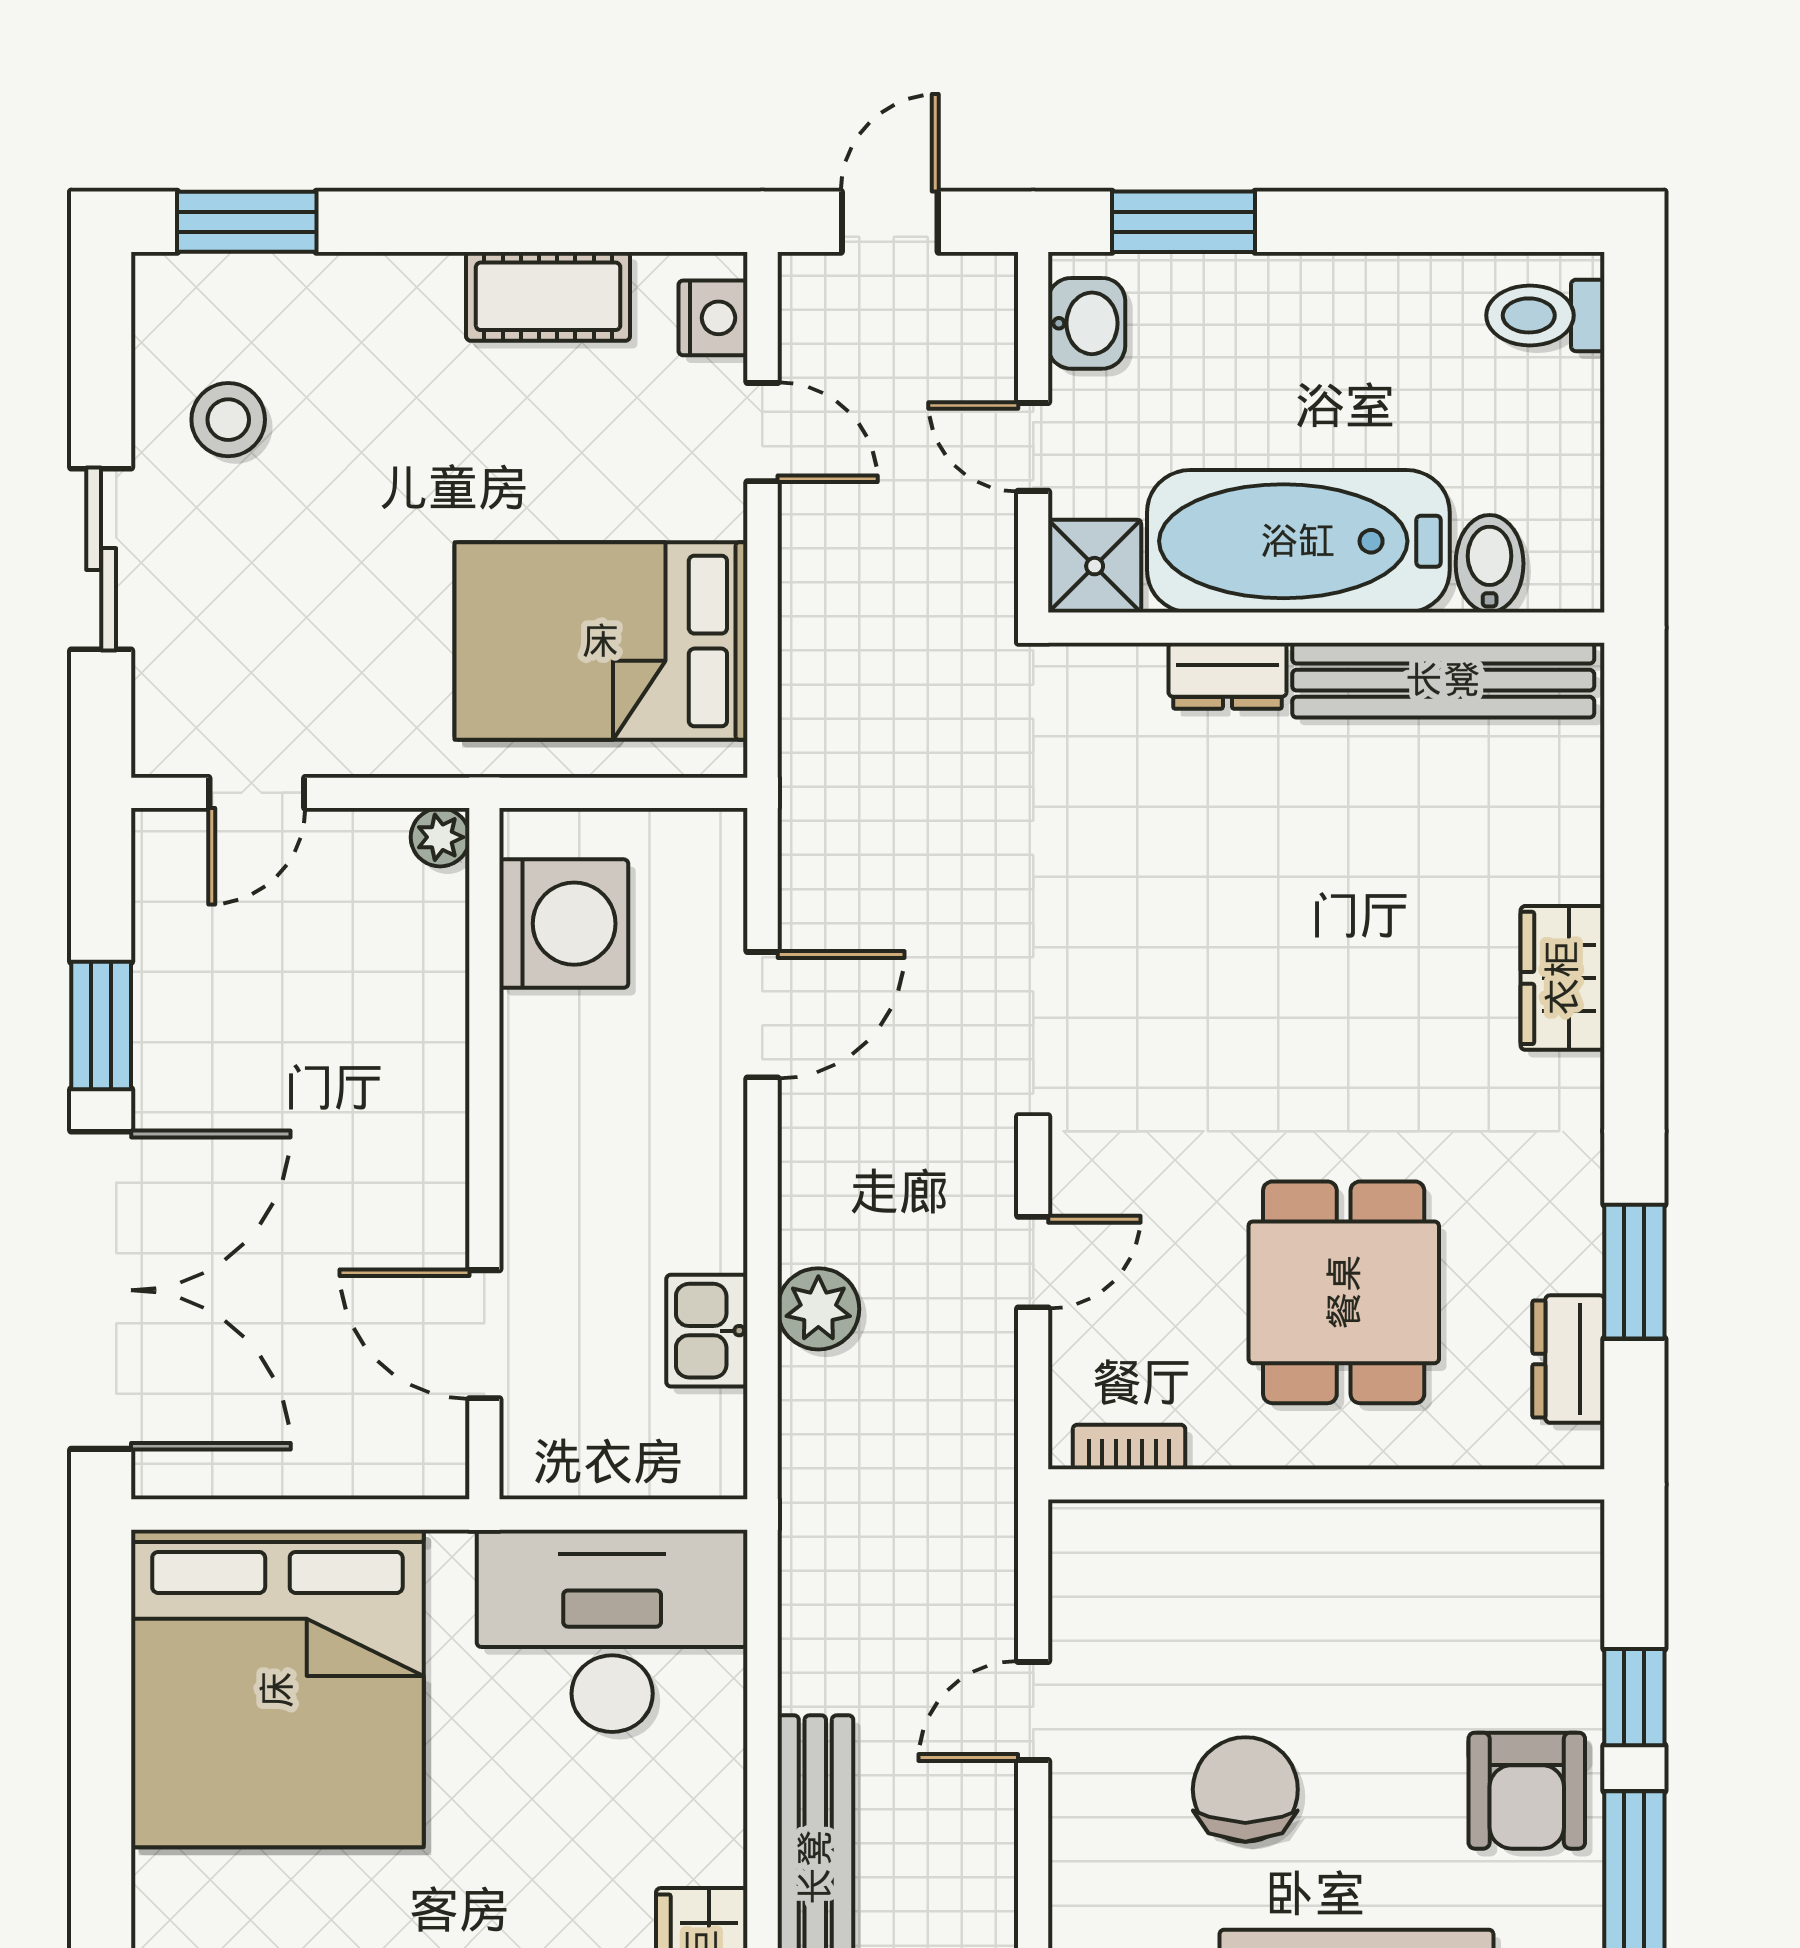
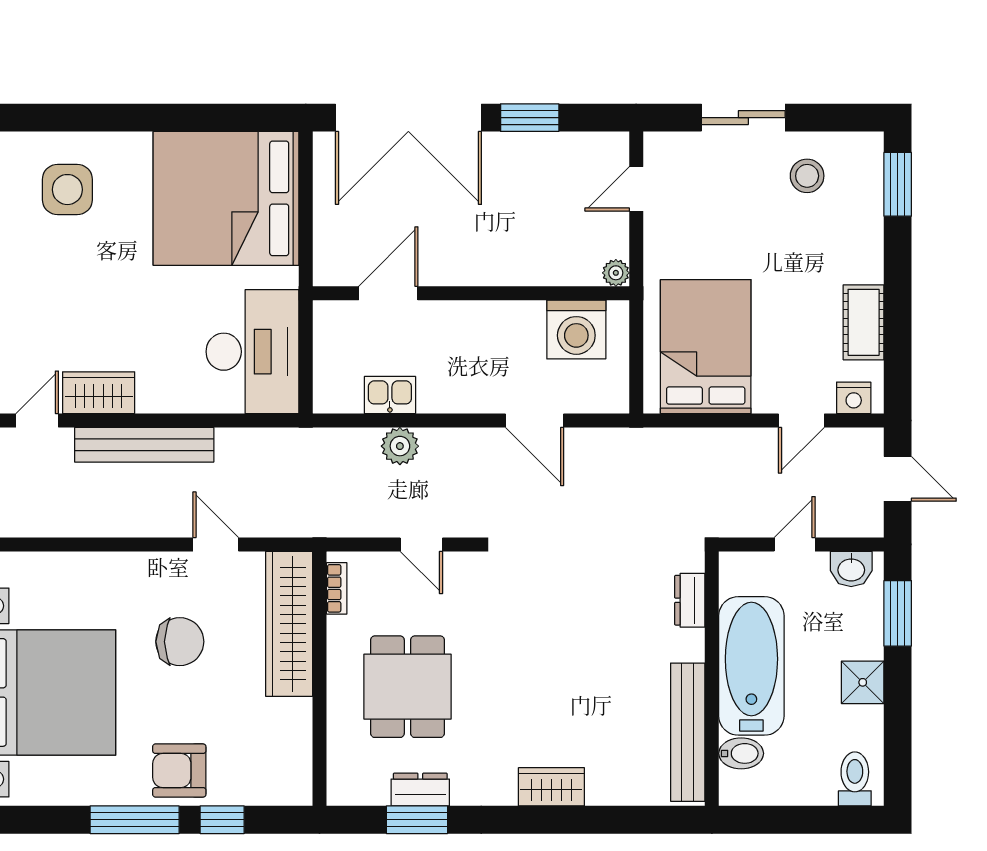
shower: (1095, 566) -> (863, 682), moved
dresser: (1227, 676) -> (690, 600), moved
door: (257, 793) -> (636, 189), hinge flipped
dining table: (1344, 1292) -> (407, 687), turned 90
dresser: (1568, 1359) -> (420, 790), moved
wardrobe: (1207, 1551) -> (289, 624), added

